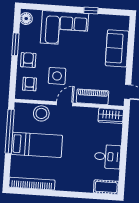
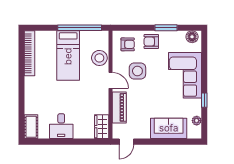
plant: (111, 20) -> (197, 121), added
armchair: (28, 60) -> (151, 42), turned 180

